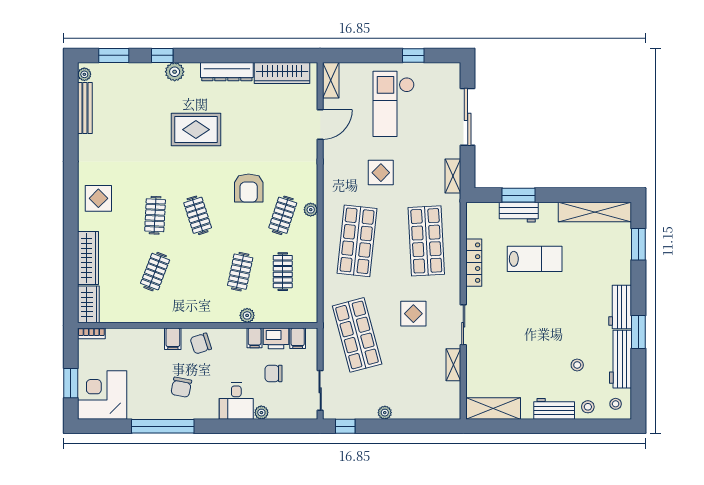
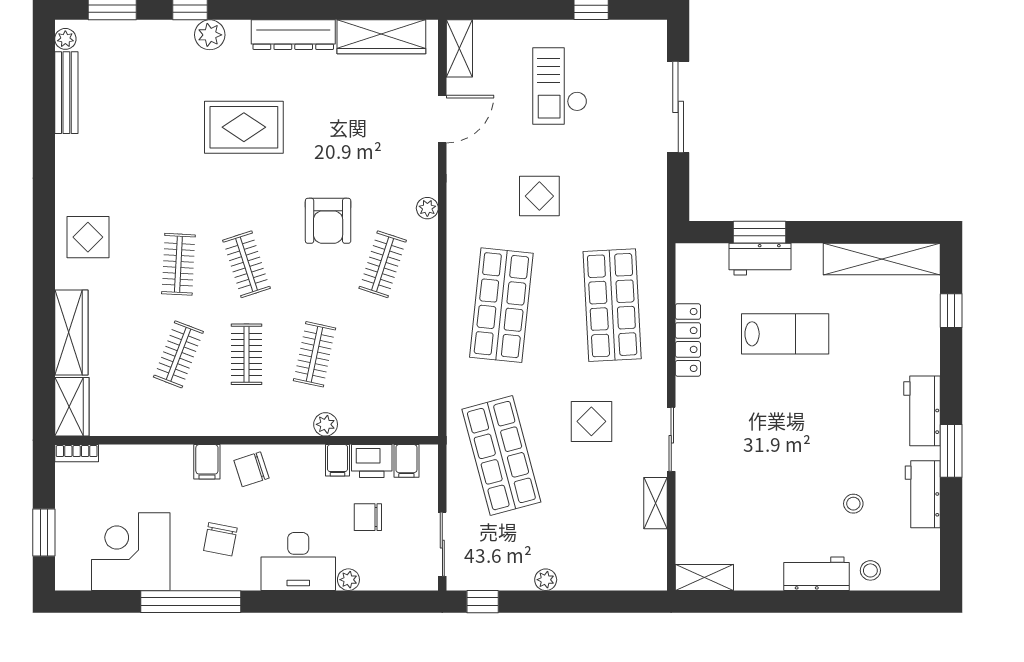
checkout: (394, 104) -> (560, 86), width x0.73, depth x0.83
shelving: (453, 176) -> (655, 201), removed
plant: (311, 210) -> (427, 208), moved
window: (638, 244) -> (951, 311), width x0.67
clothes rail: (283, 272) -> (246, 354), moved
workbench: (621, 359) -> (923, 494), width x0.73
corner desk: (102, 395) -> (131, 552), moved
desk: (236, 401) -> (298, 561), width x1.37
stool: (616, 404) -> (915, 566), removed
shelving: (493, 408) -> (704, 577), width x0.67, depth x0.75

